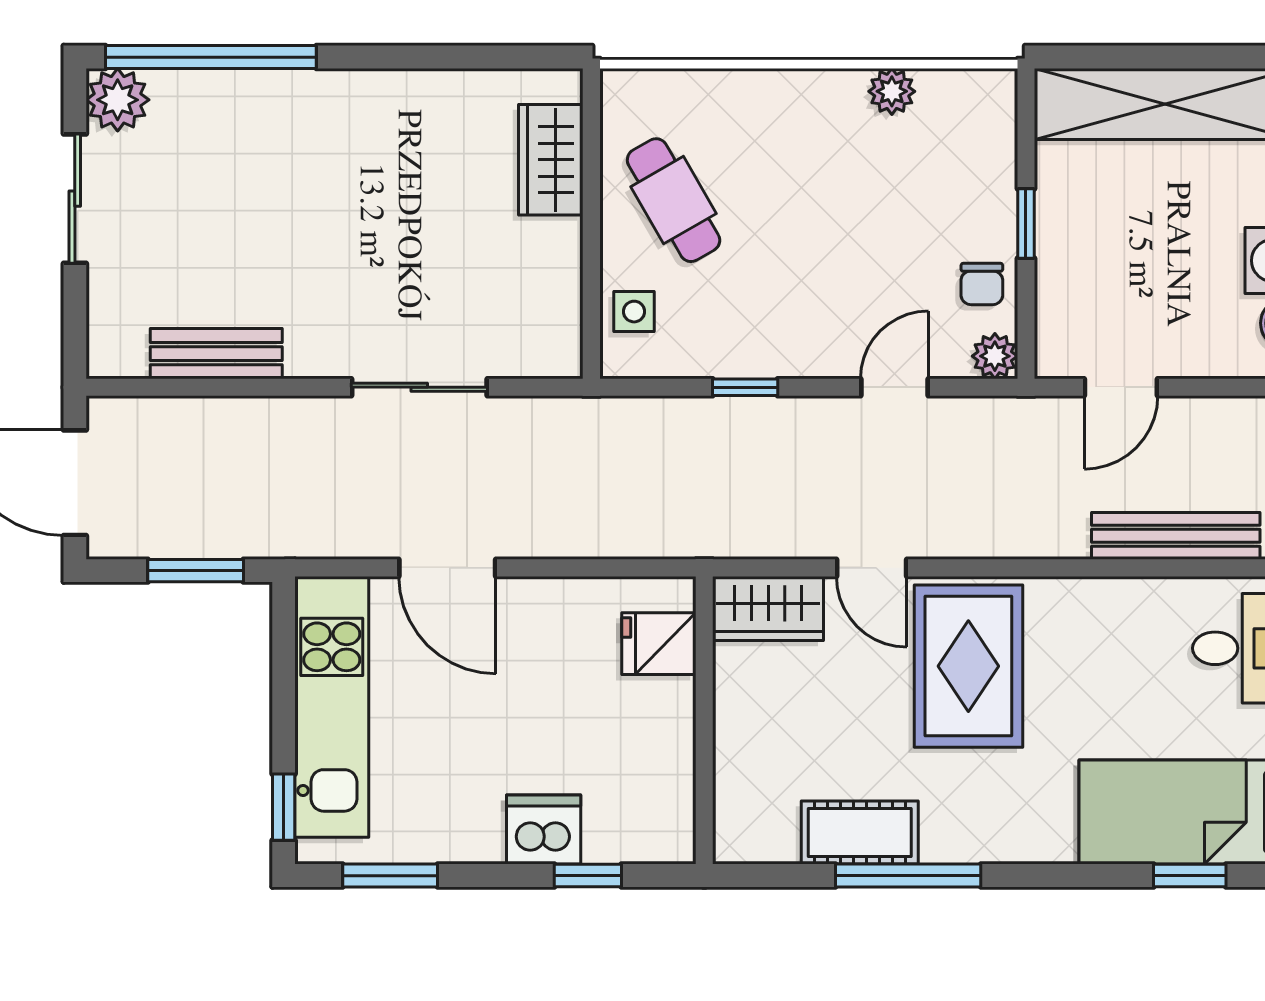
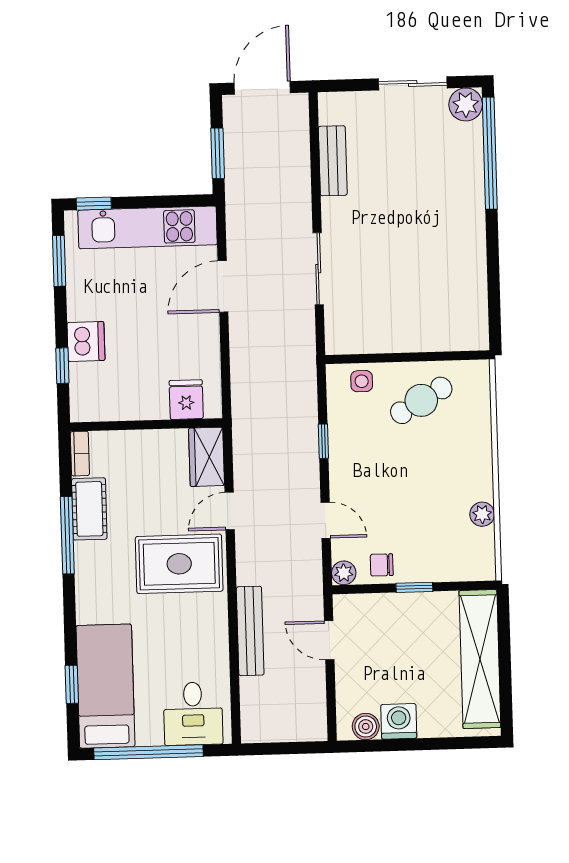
wardrobe: (551, 160) -> (441, 335), removed
bench: (1176, 536) -> (250, 631), moved
bookcase: (755, 847) -> (80, 454), added

